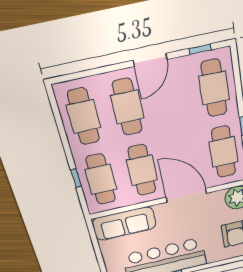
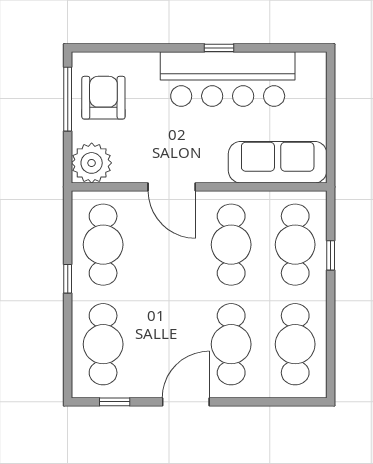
door: (186, 195) -> (172, 187), width x0.73

